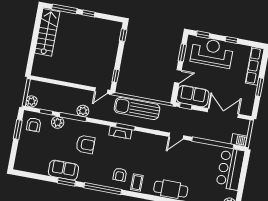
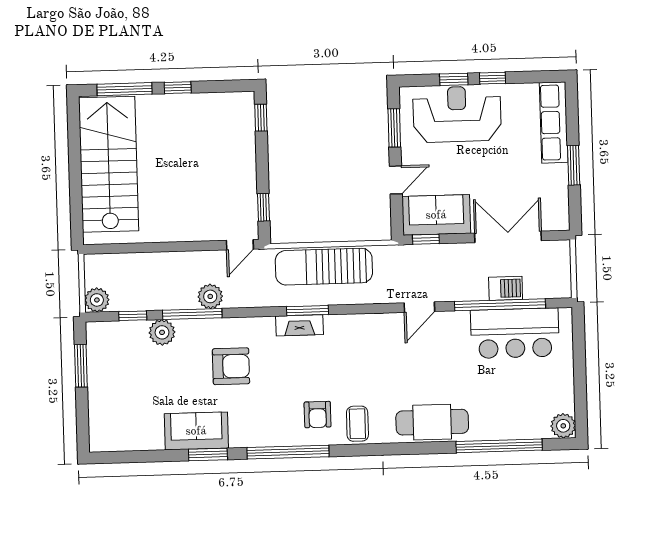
stairs: (47, 32) -> (109, 164), width x1.36, depth x1.51
window: (203, 35) -> (454, 79), moved
armchair: (34, 125) -> (112, 348), removed
barbecue: (239, 140) -> (506, 288), moved
bar counter: (230, 169) -> (515, 333), moved, turned -90

